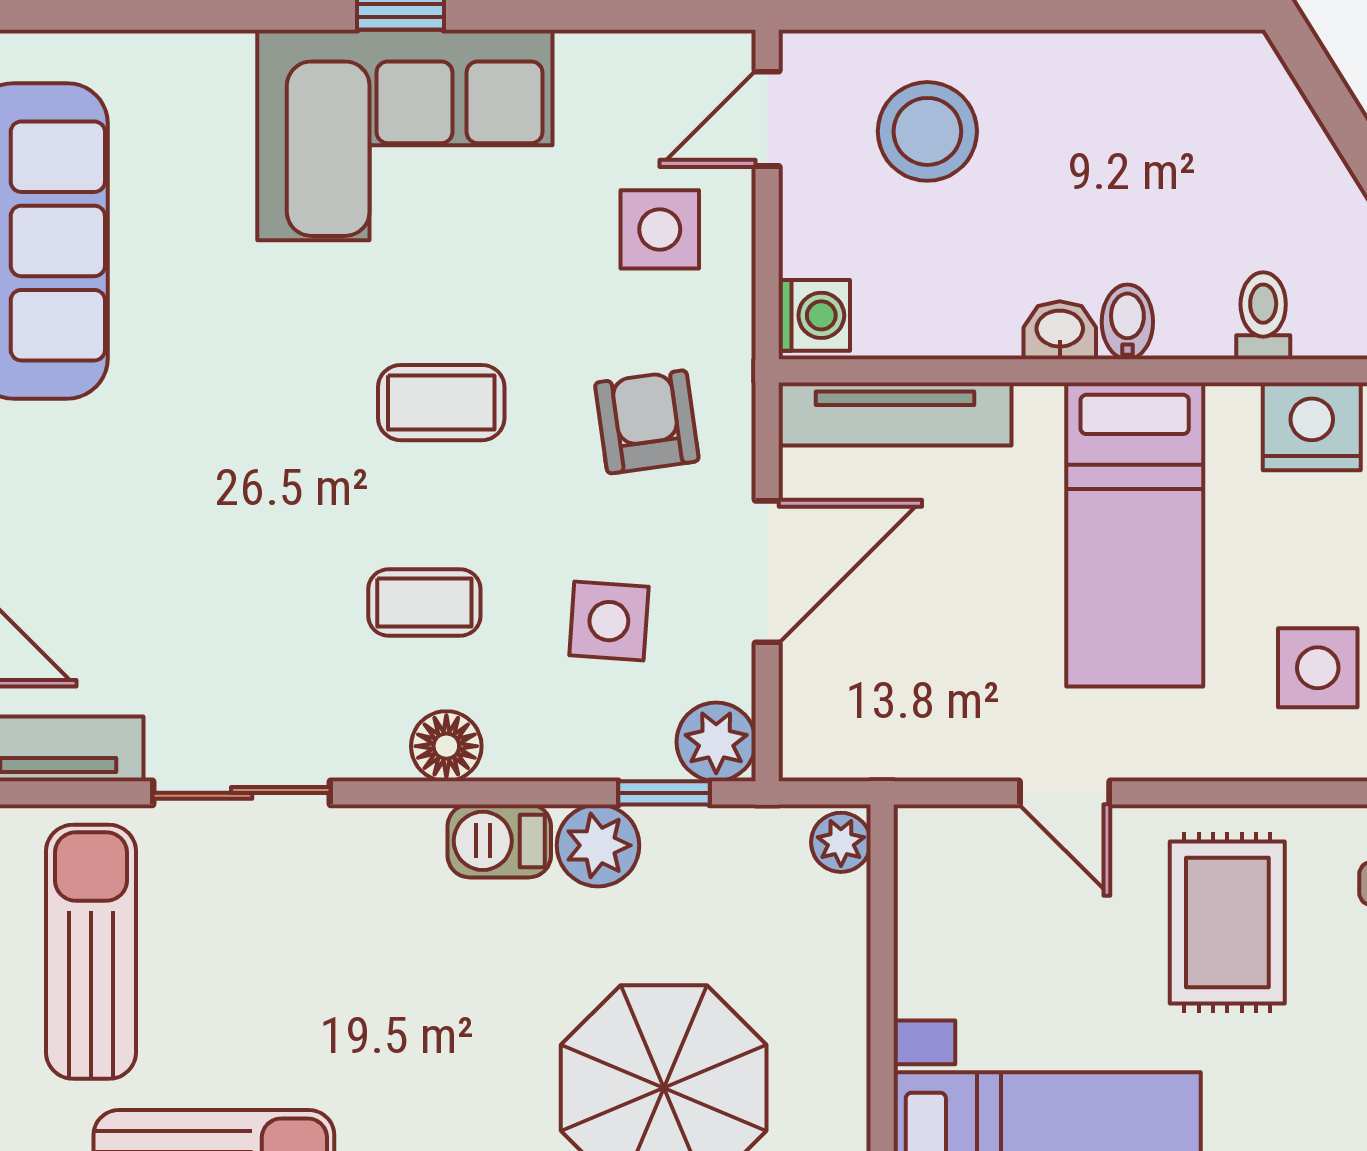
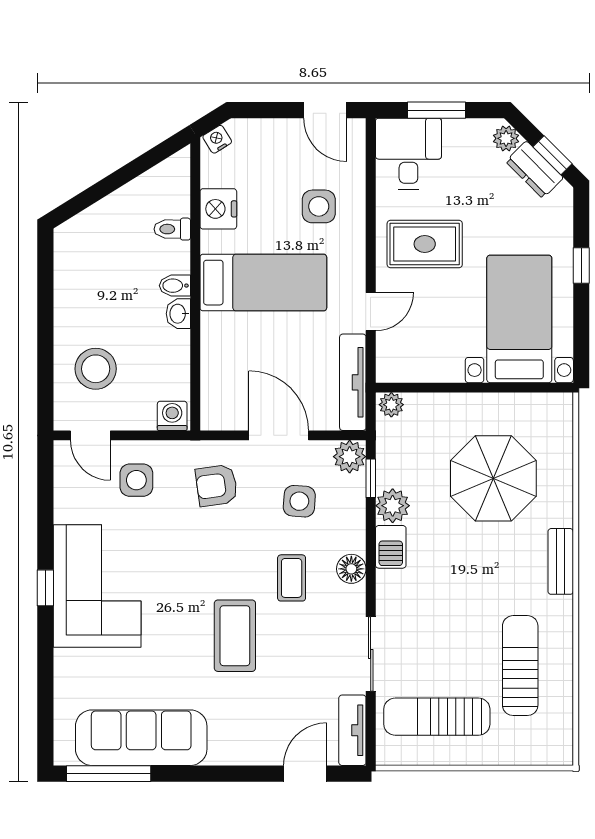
coffee table: (441, 403) -> (235, 636), moved, width x1.36, depth x1.30
tv unit: (895, 414) -> (353, 382), moved, turned 180

